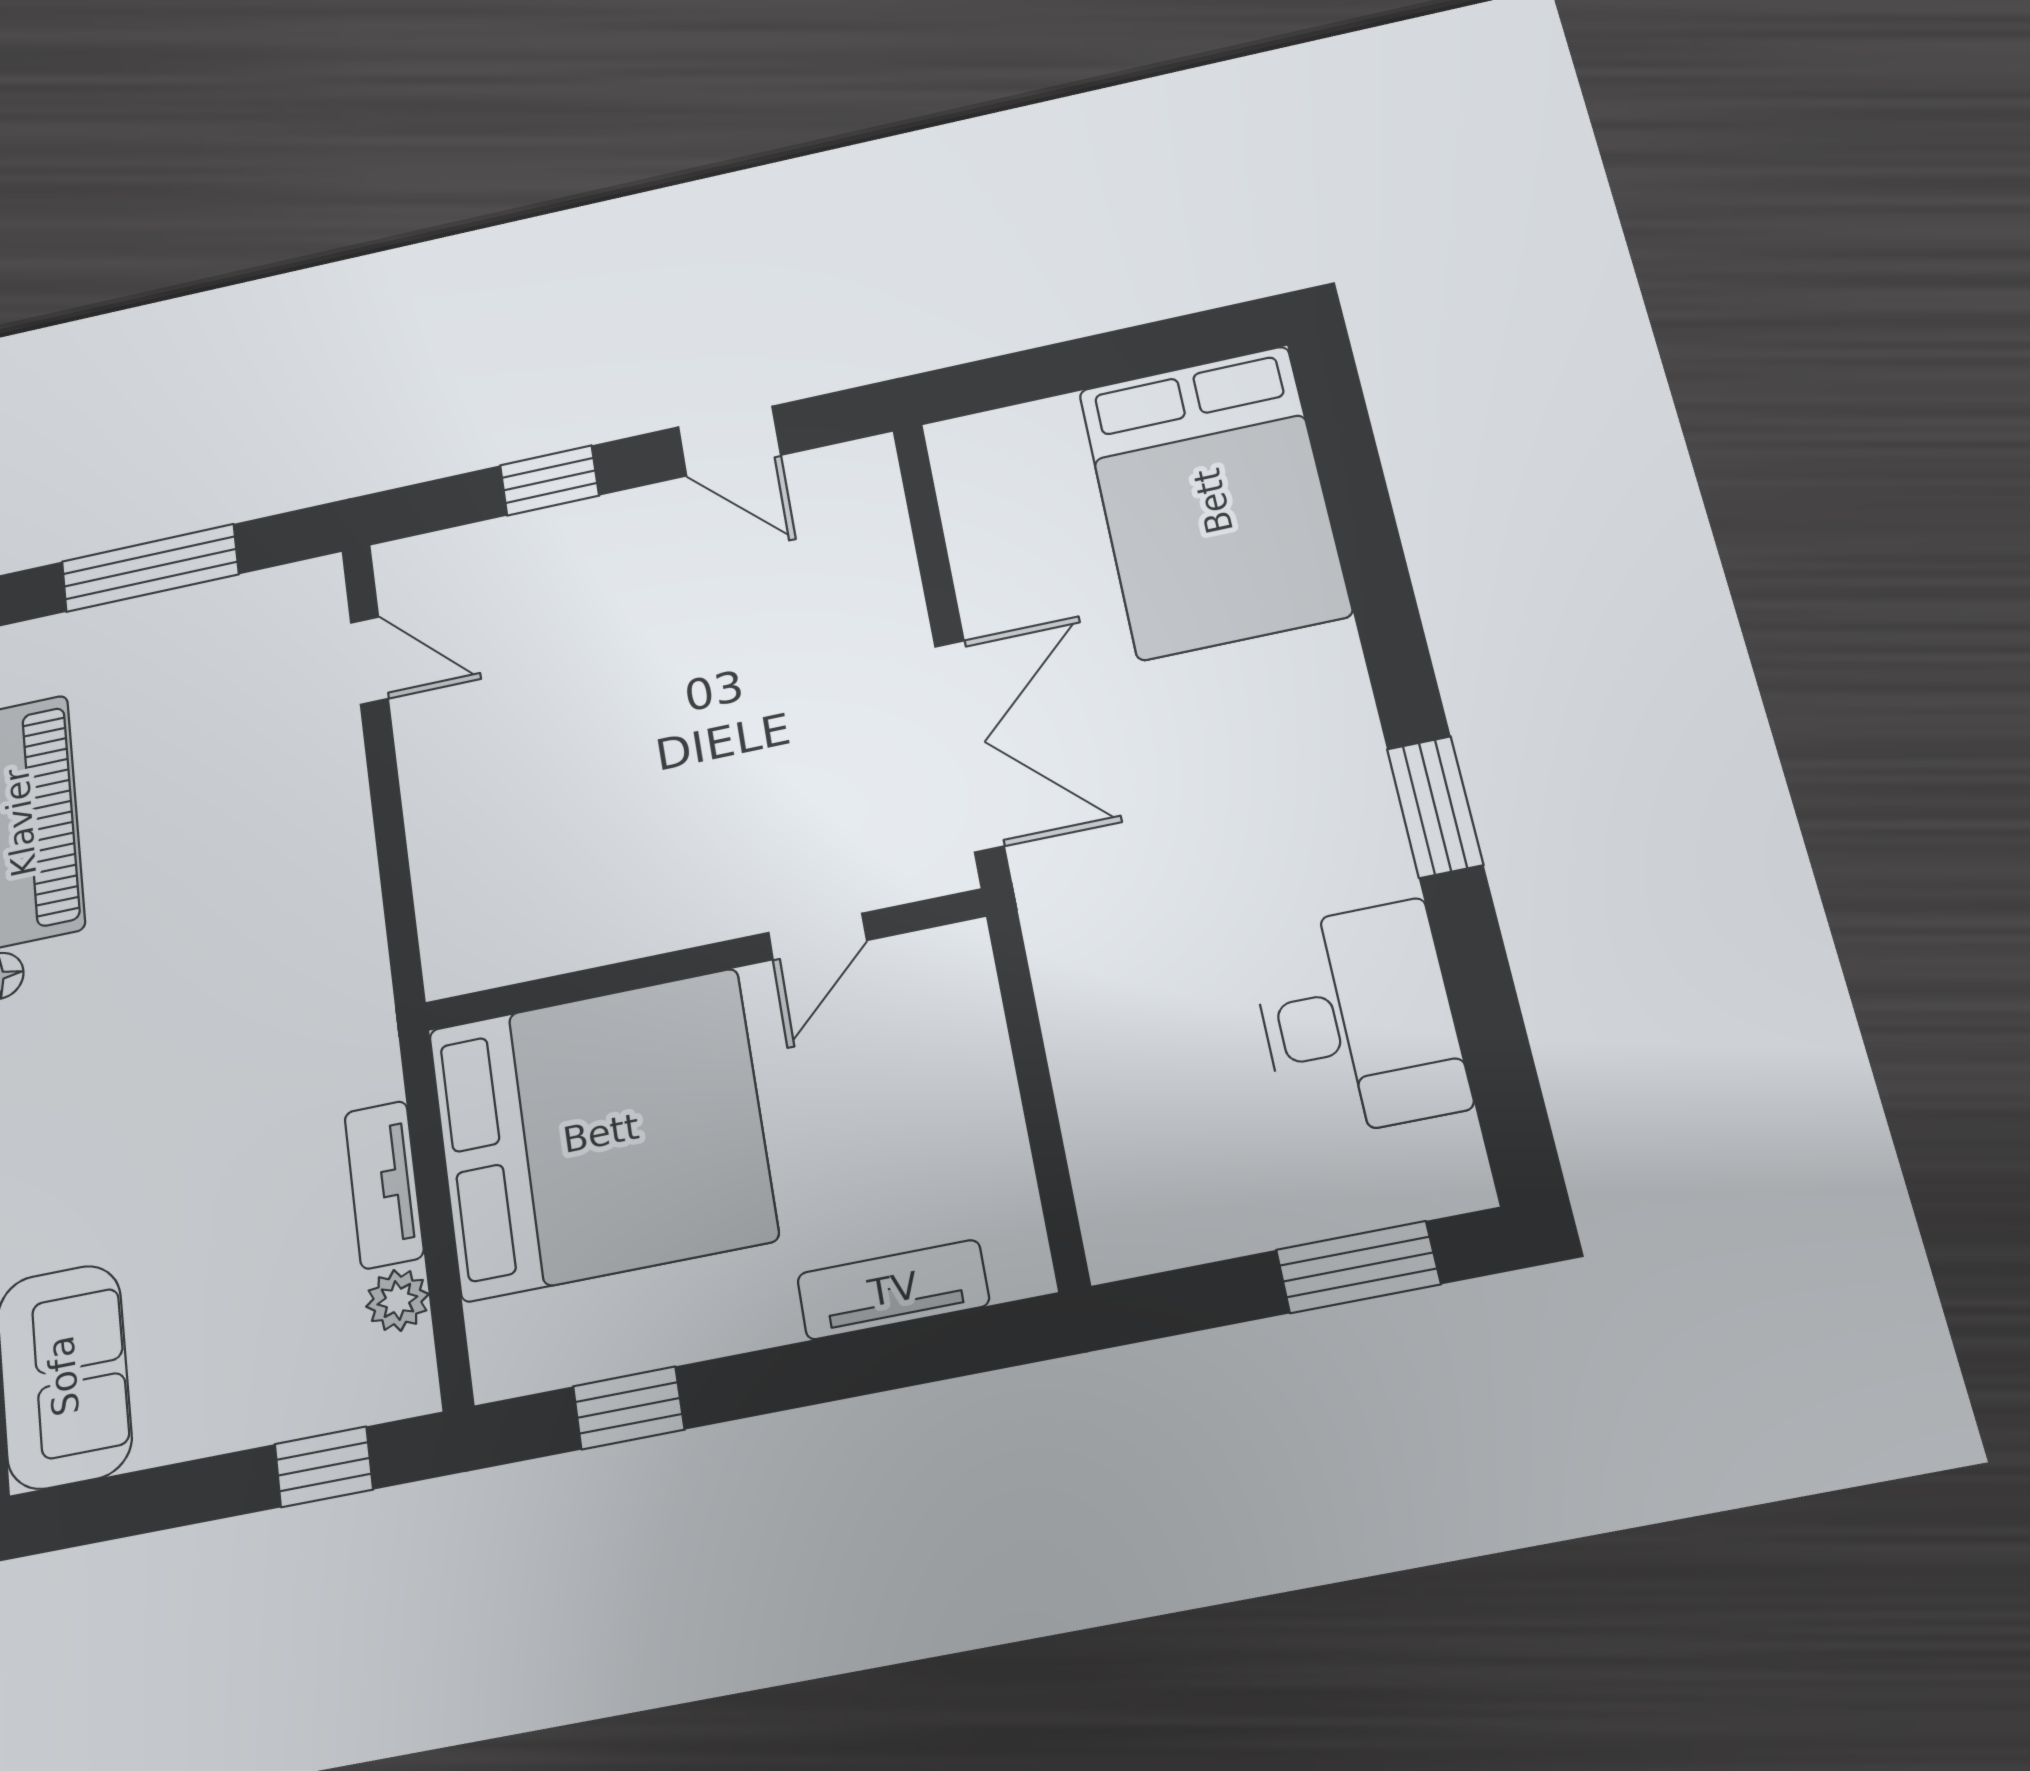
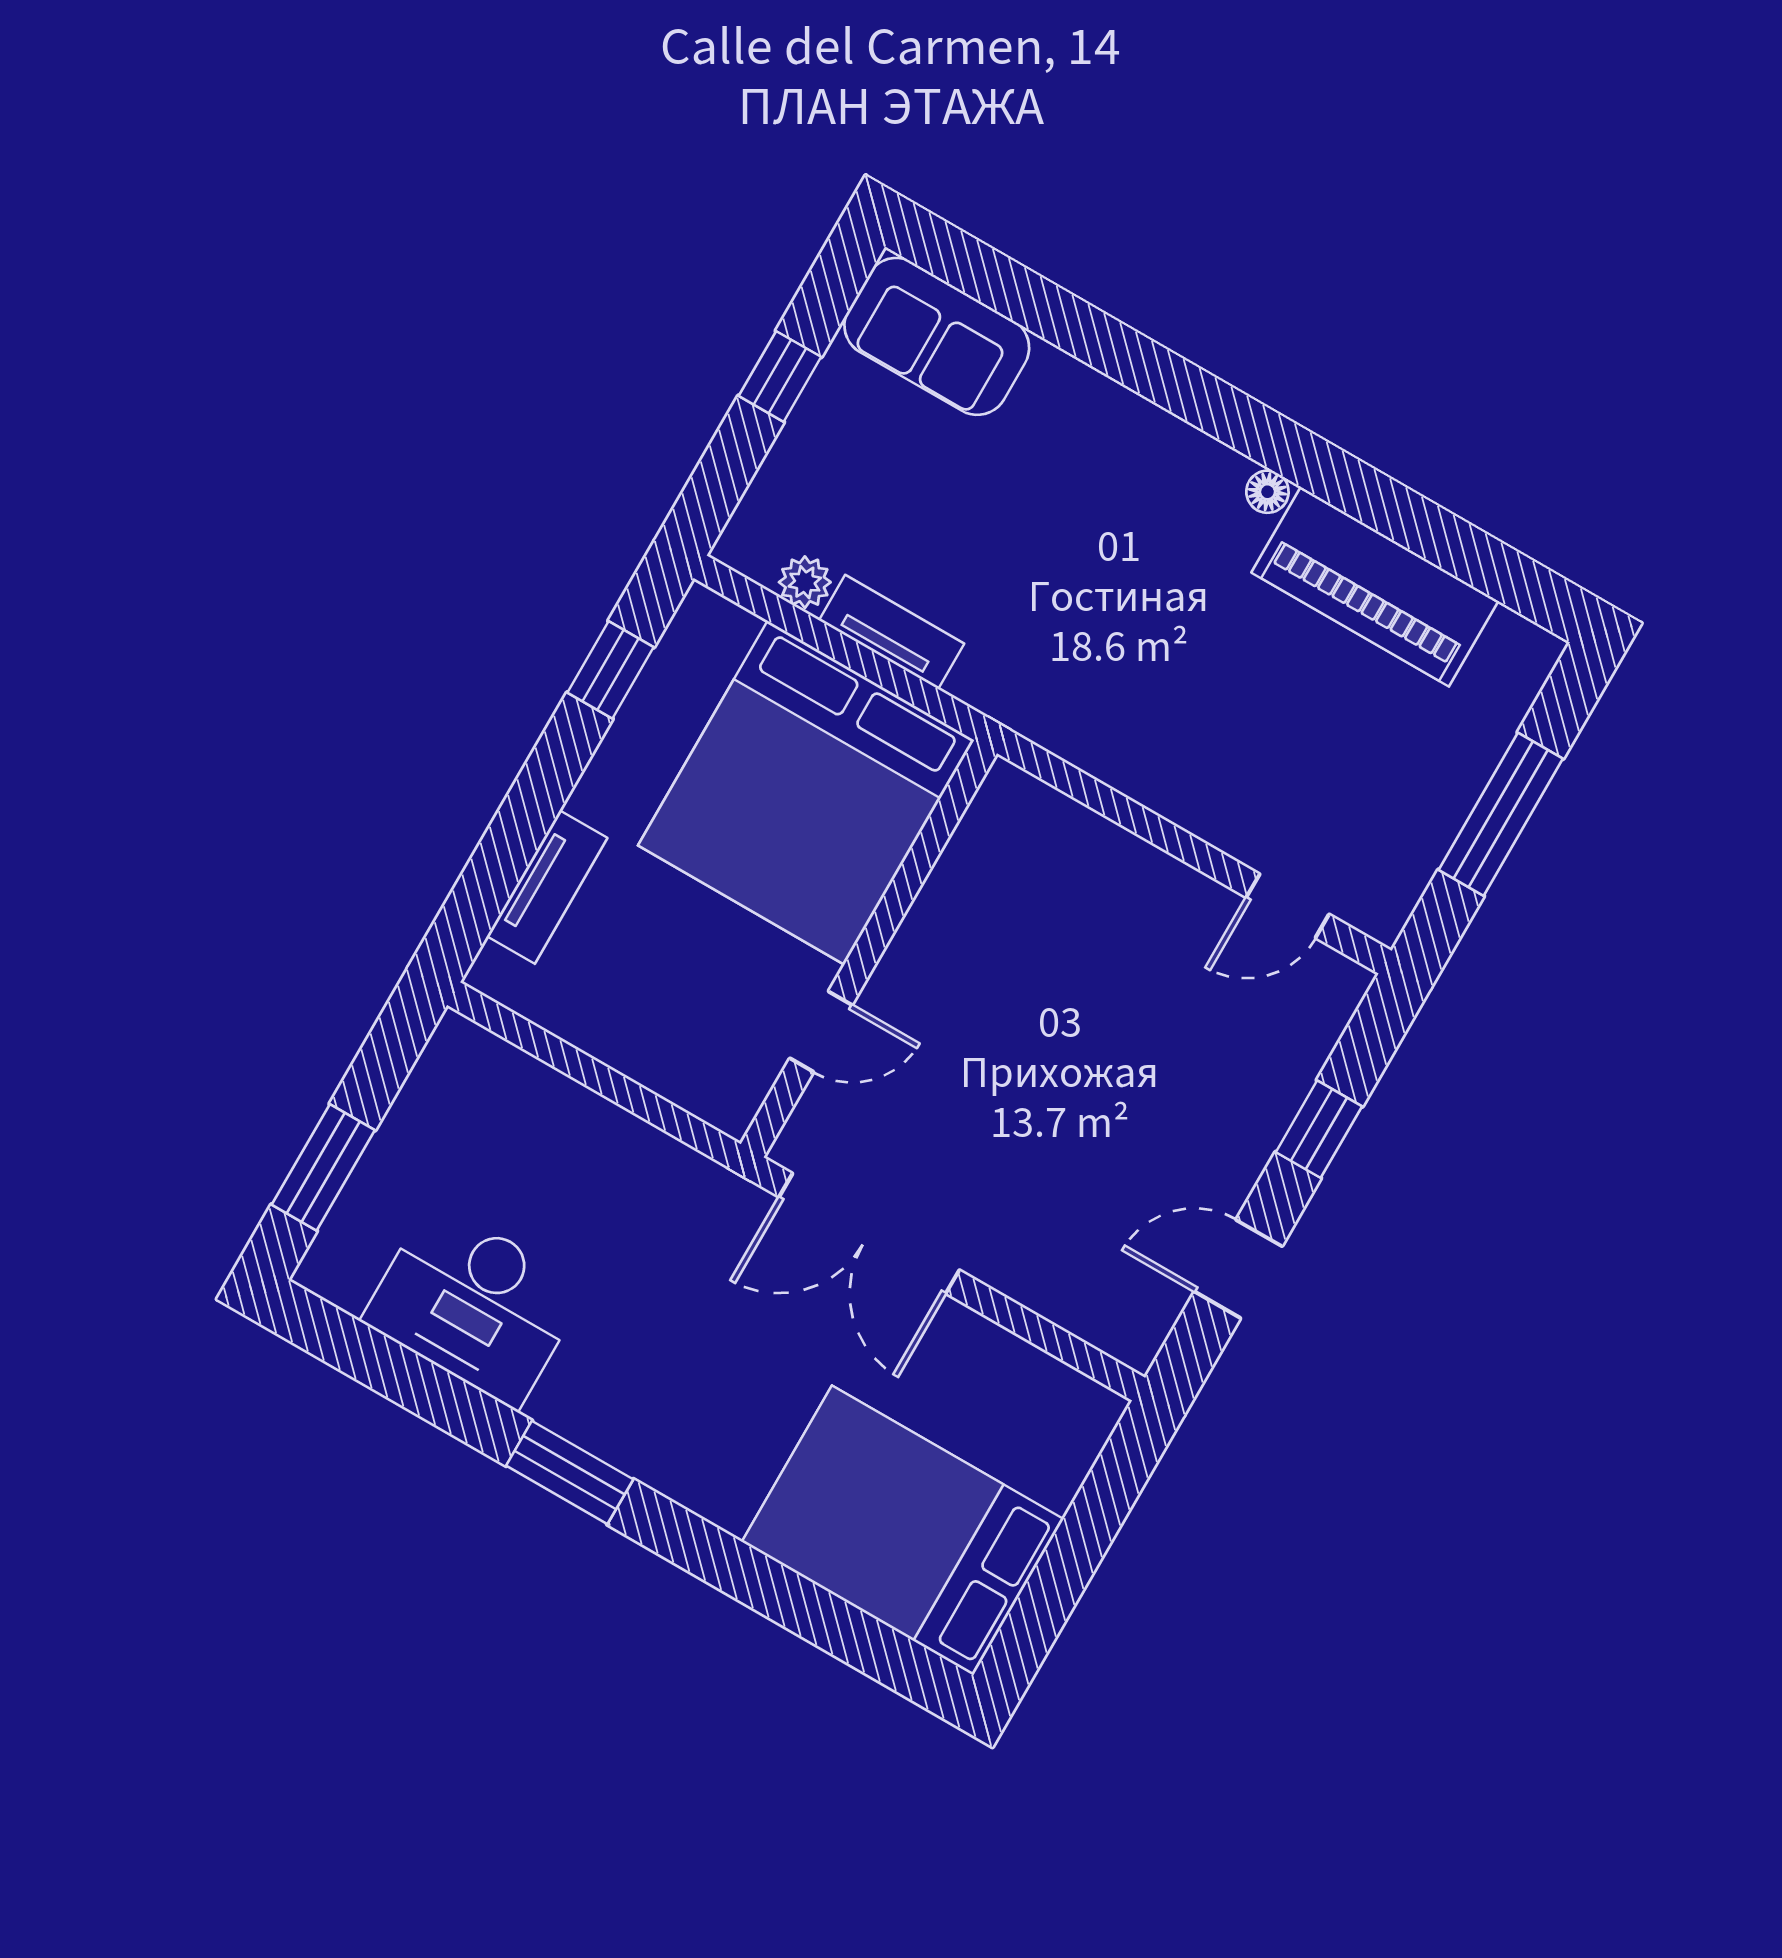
door: (817, 936) -> (821, 1032), swing flipped
window: (324, 1467) -> (780, 376), moved

